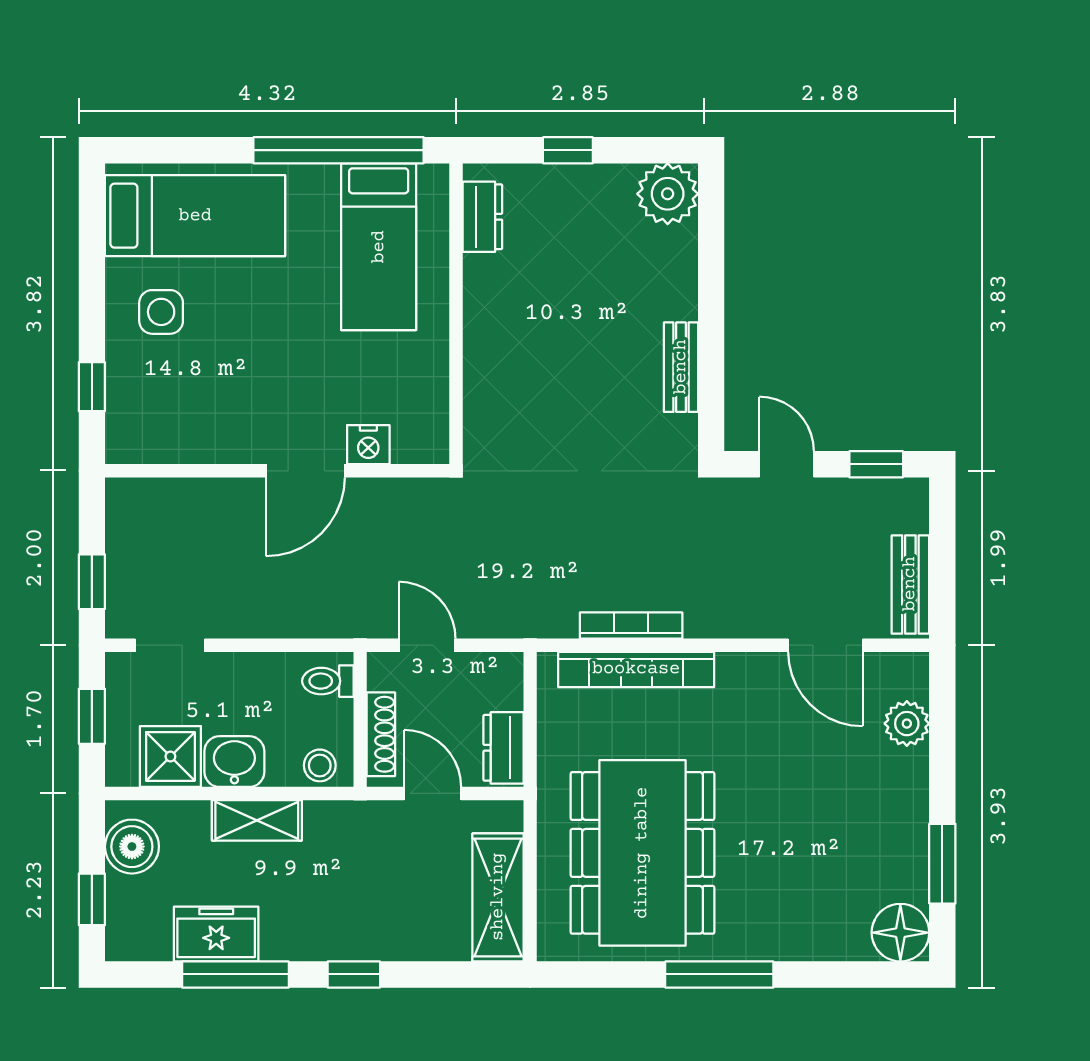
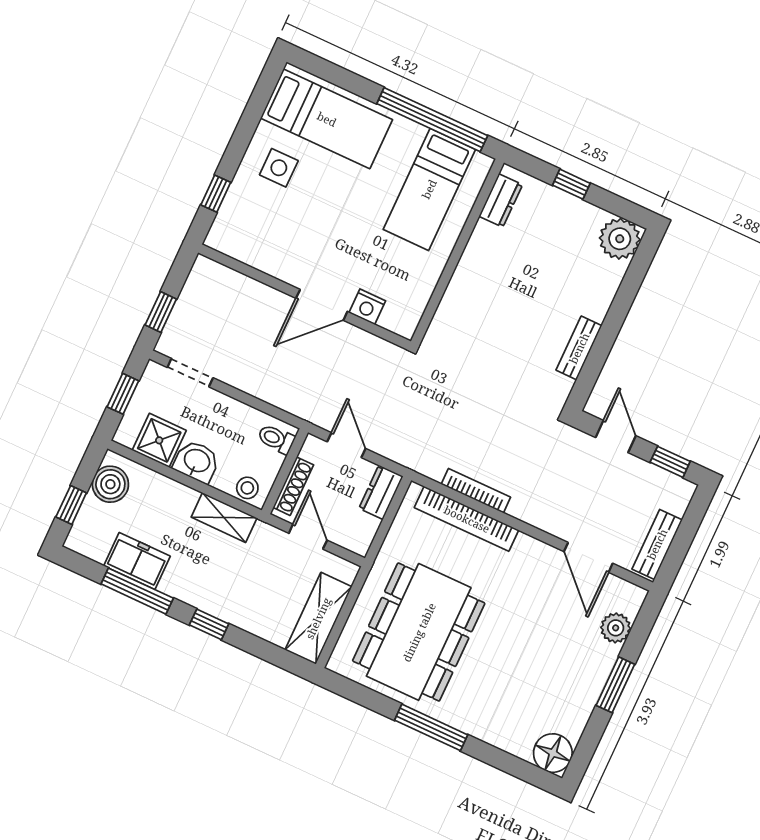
dresser: (504, 748) -> (381, 492), moved
shelving: (257, 820) -> (224, 518), moved
window: (942, 864) -> (615, 685), moved

